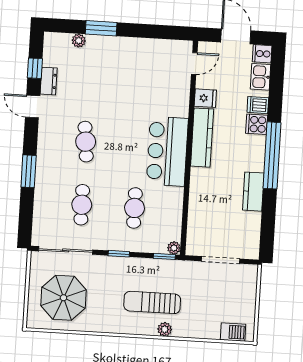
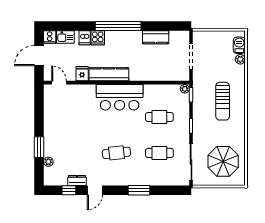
kitchen counter: (253, 192) -> (156, 37), moved
plant: (165, 329) -> (240, 59), moved

